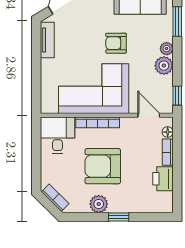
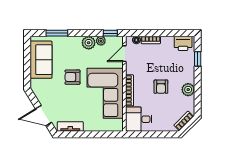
armchair: (116, 43) -> (72, 77), turned 90
plant: (167, 49) -> (101, 41), moved
armchair: (103, 166) -> (161, 87), width x0.53, depth x0.53
printer: (163, 179) -> (183, 43), moved
window: (119, 217) -> (198, 59), moved

